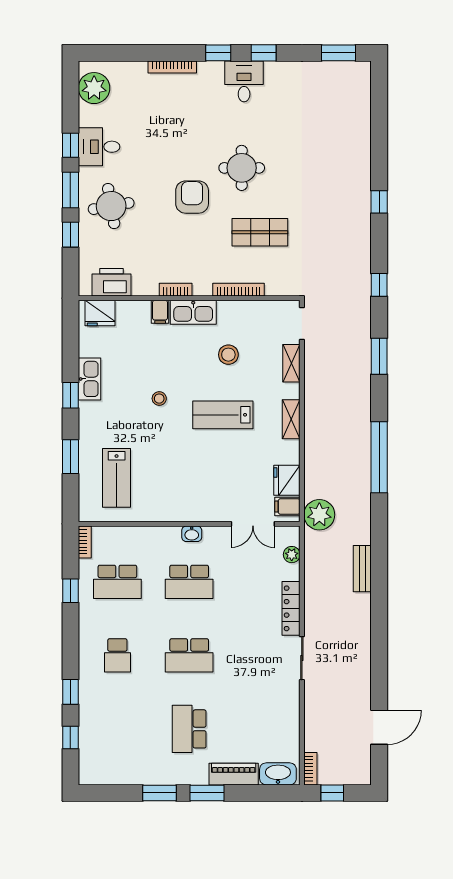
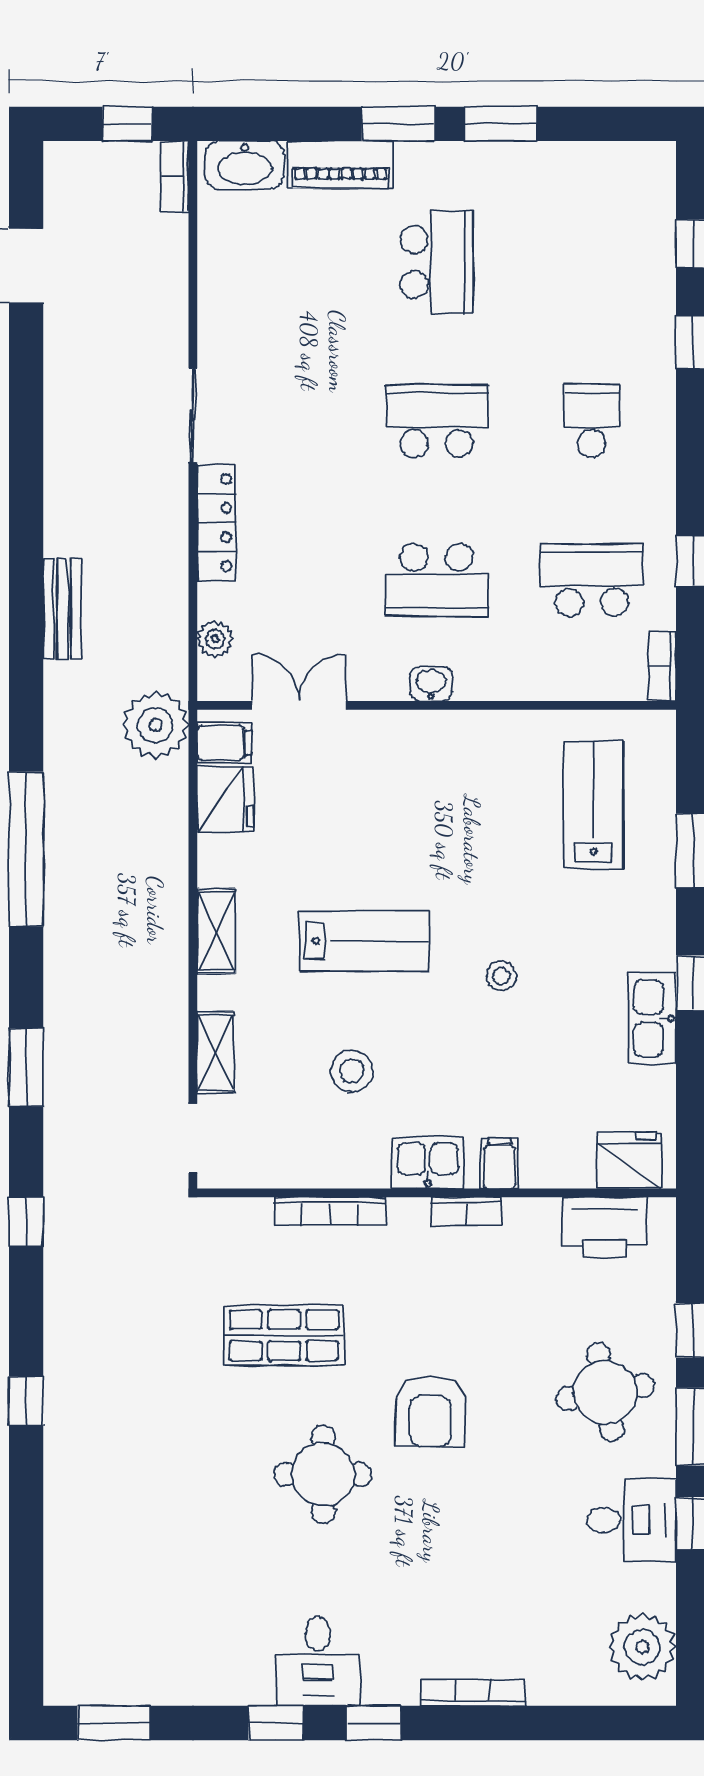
kitchen sink: (193, 312) -> (428, 1162), width x0.73
school desk: (189, 582) -> (437, 580), turned 180

